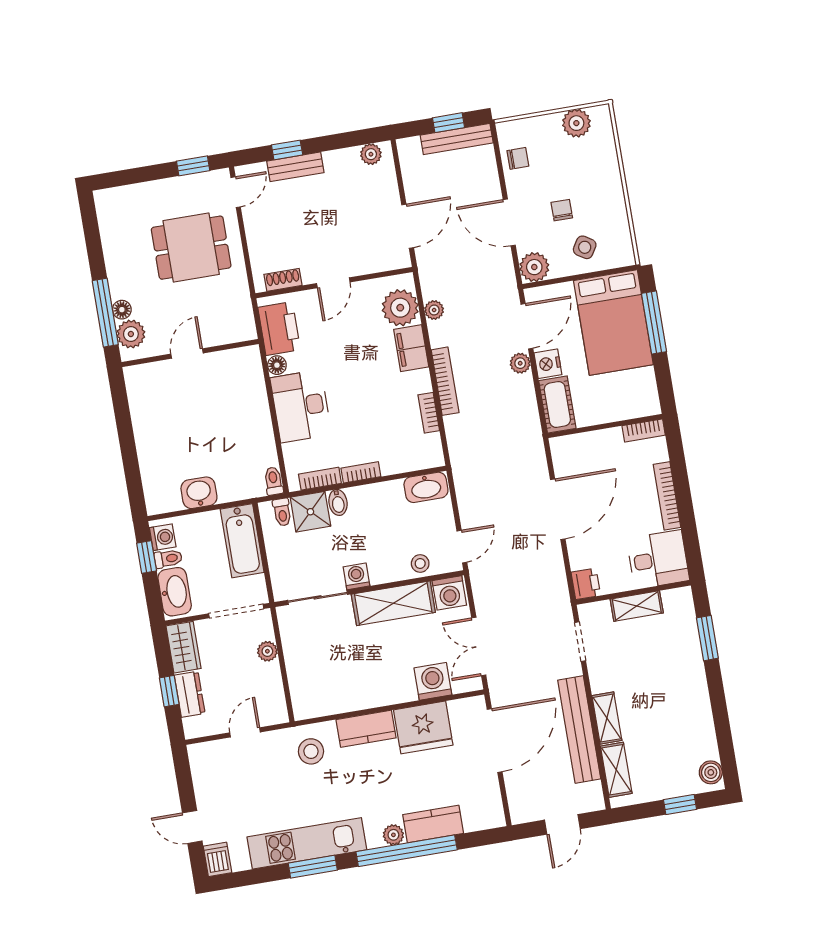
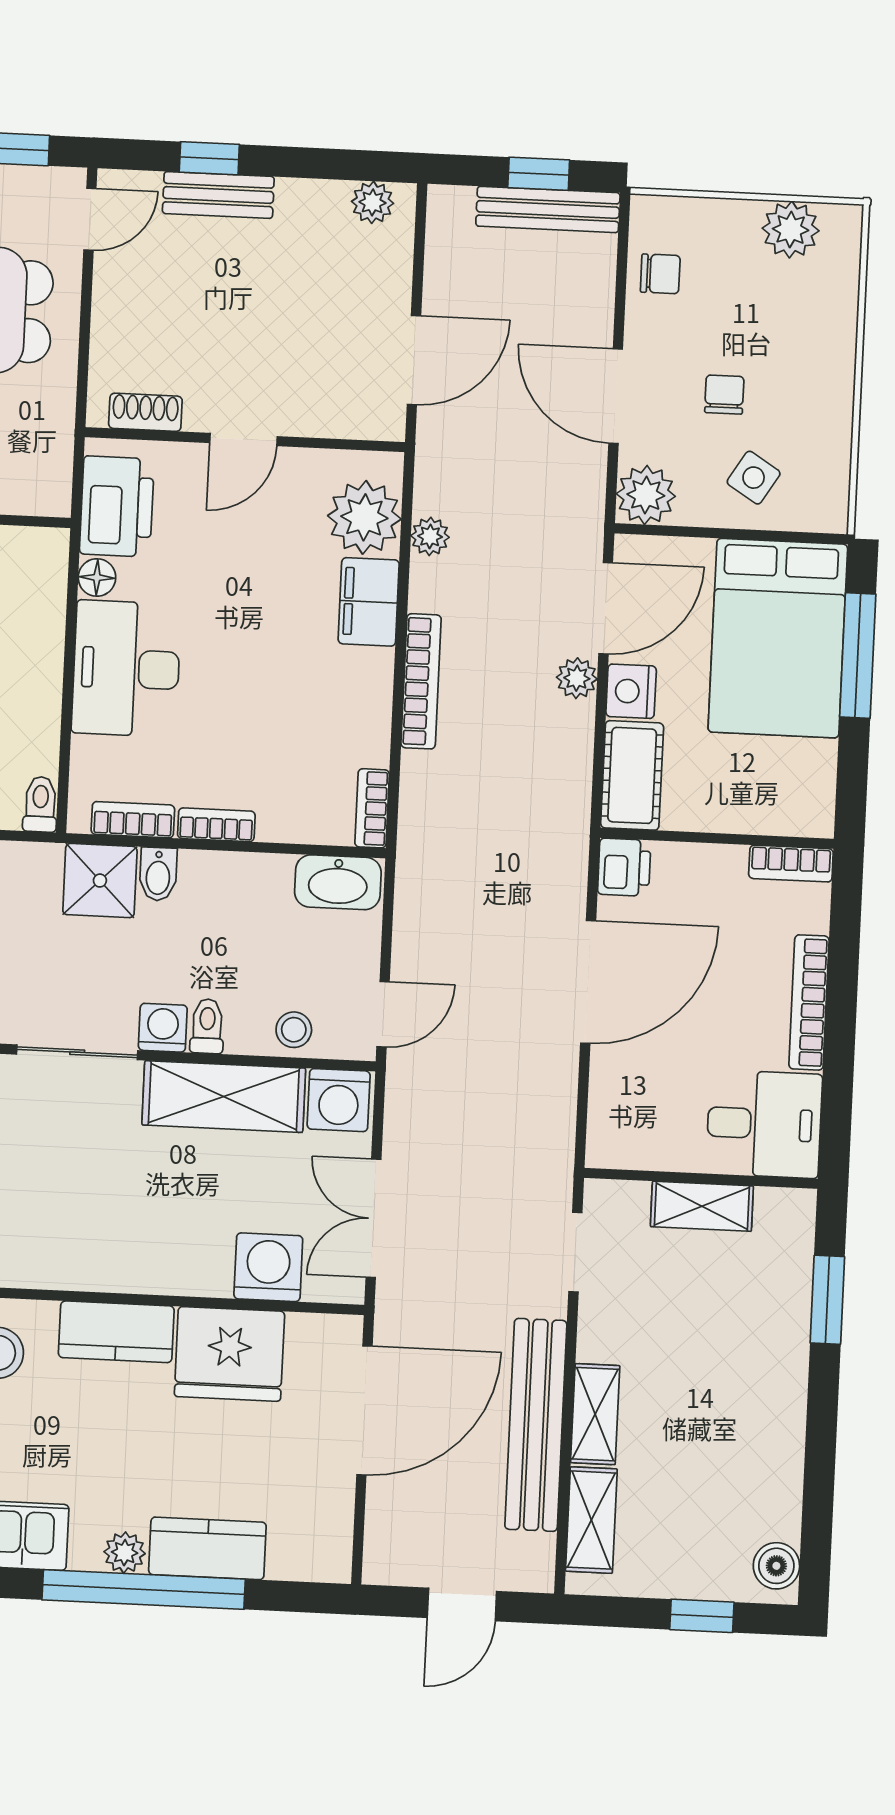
bookcase: (429, 413) -> (372, 808), moved
toilet: (282, 512) -> (207, 1026), moved, turned 180
printer: (586, 584) -> (624, 867), moved

